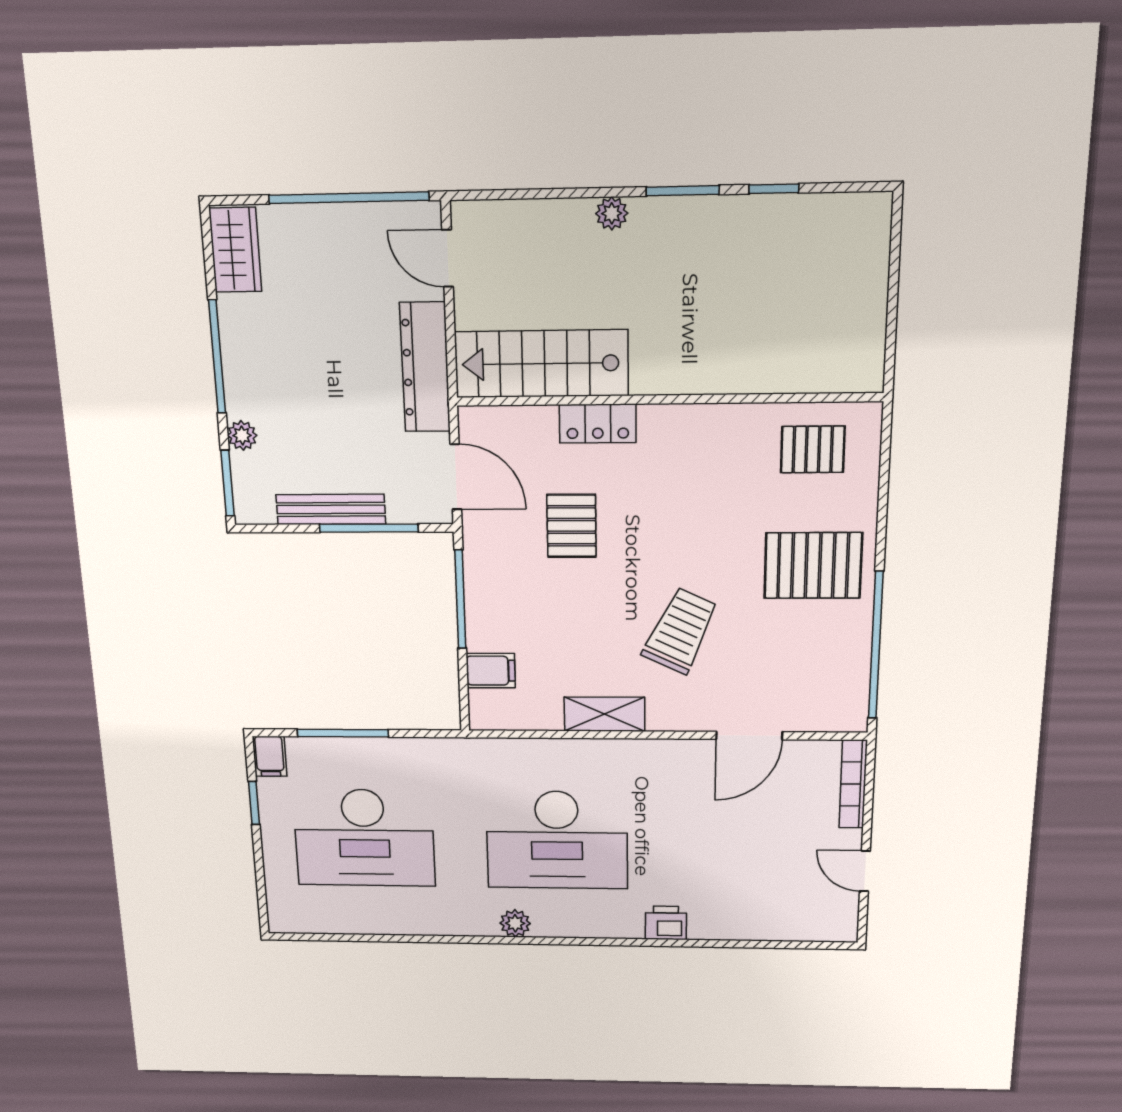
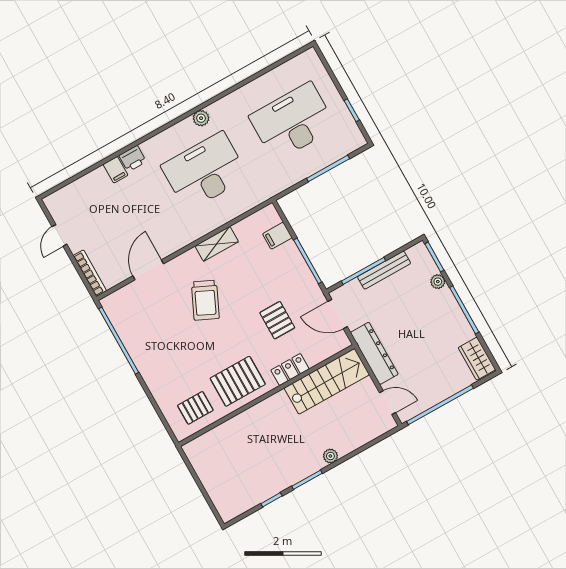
pallet: (813, 566) -> (238, 381), moved
filing cabinet: (270, 756) -> (116, 170), moved, turned 180
door: (865, 871) -> (59, 235), swing flipped

